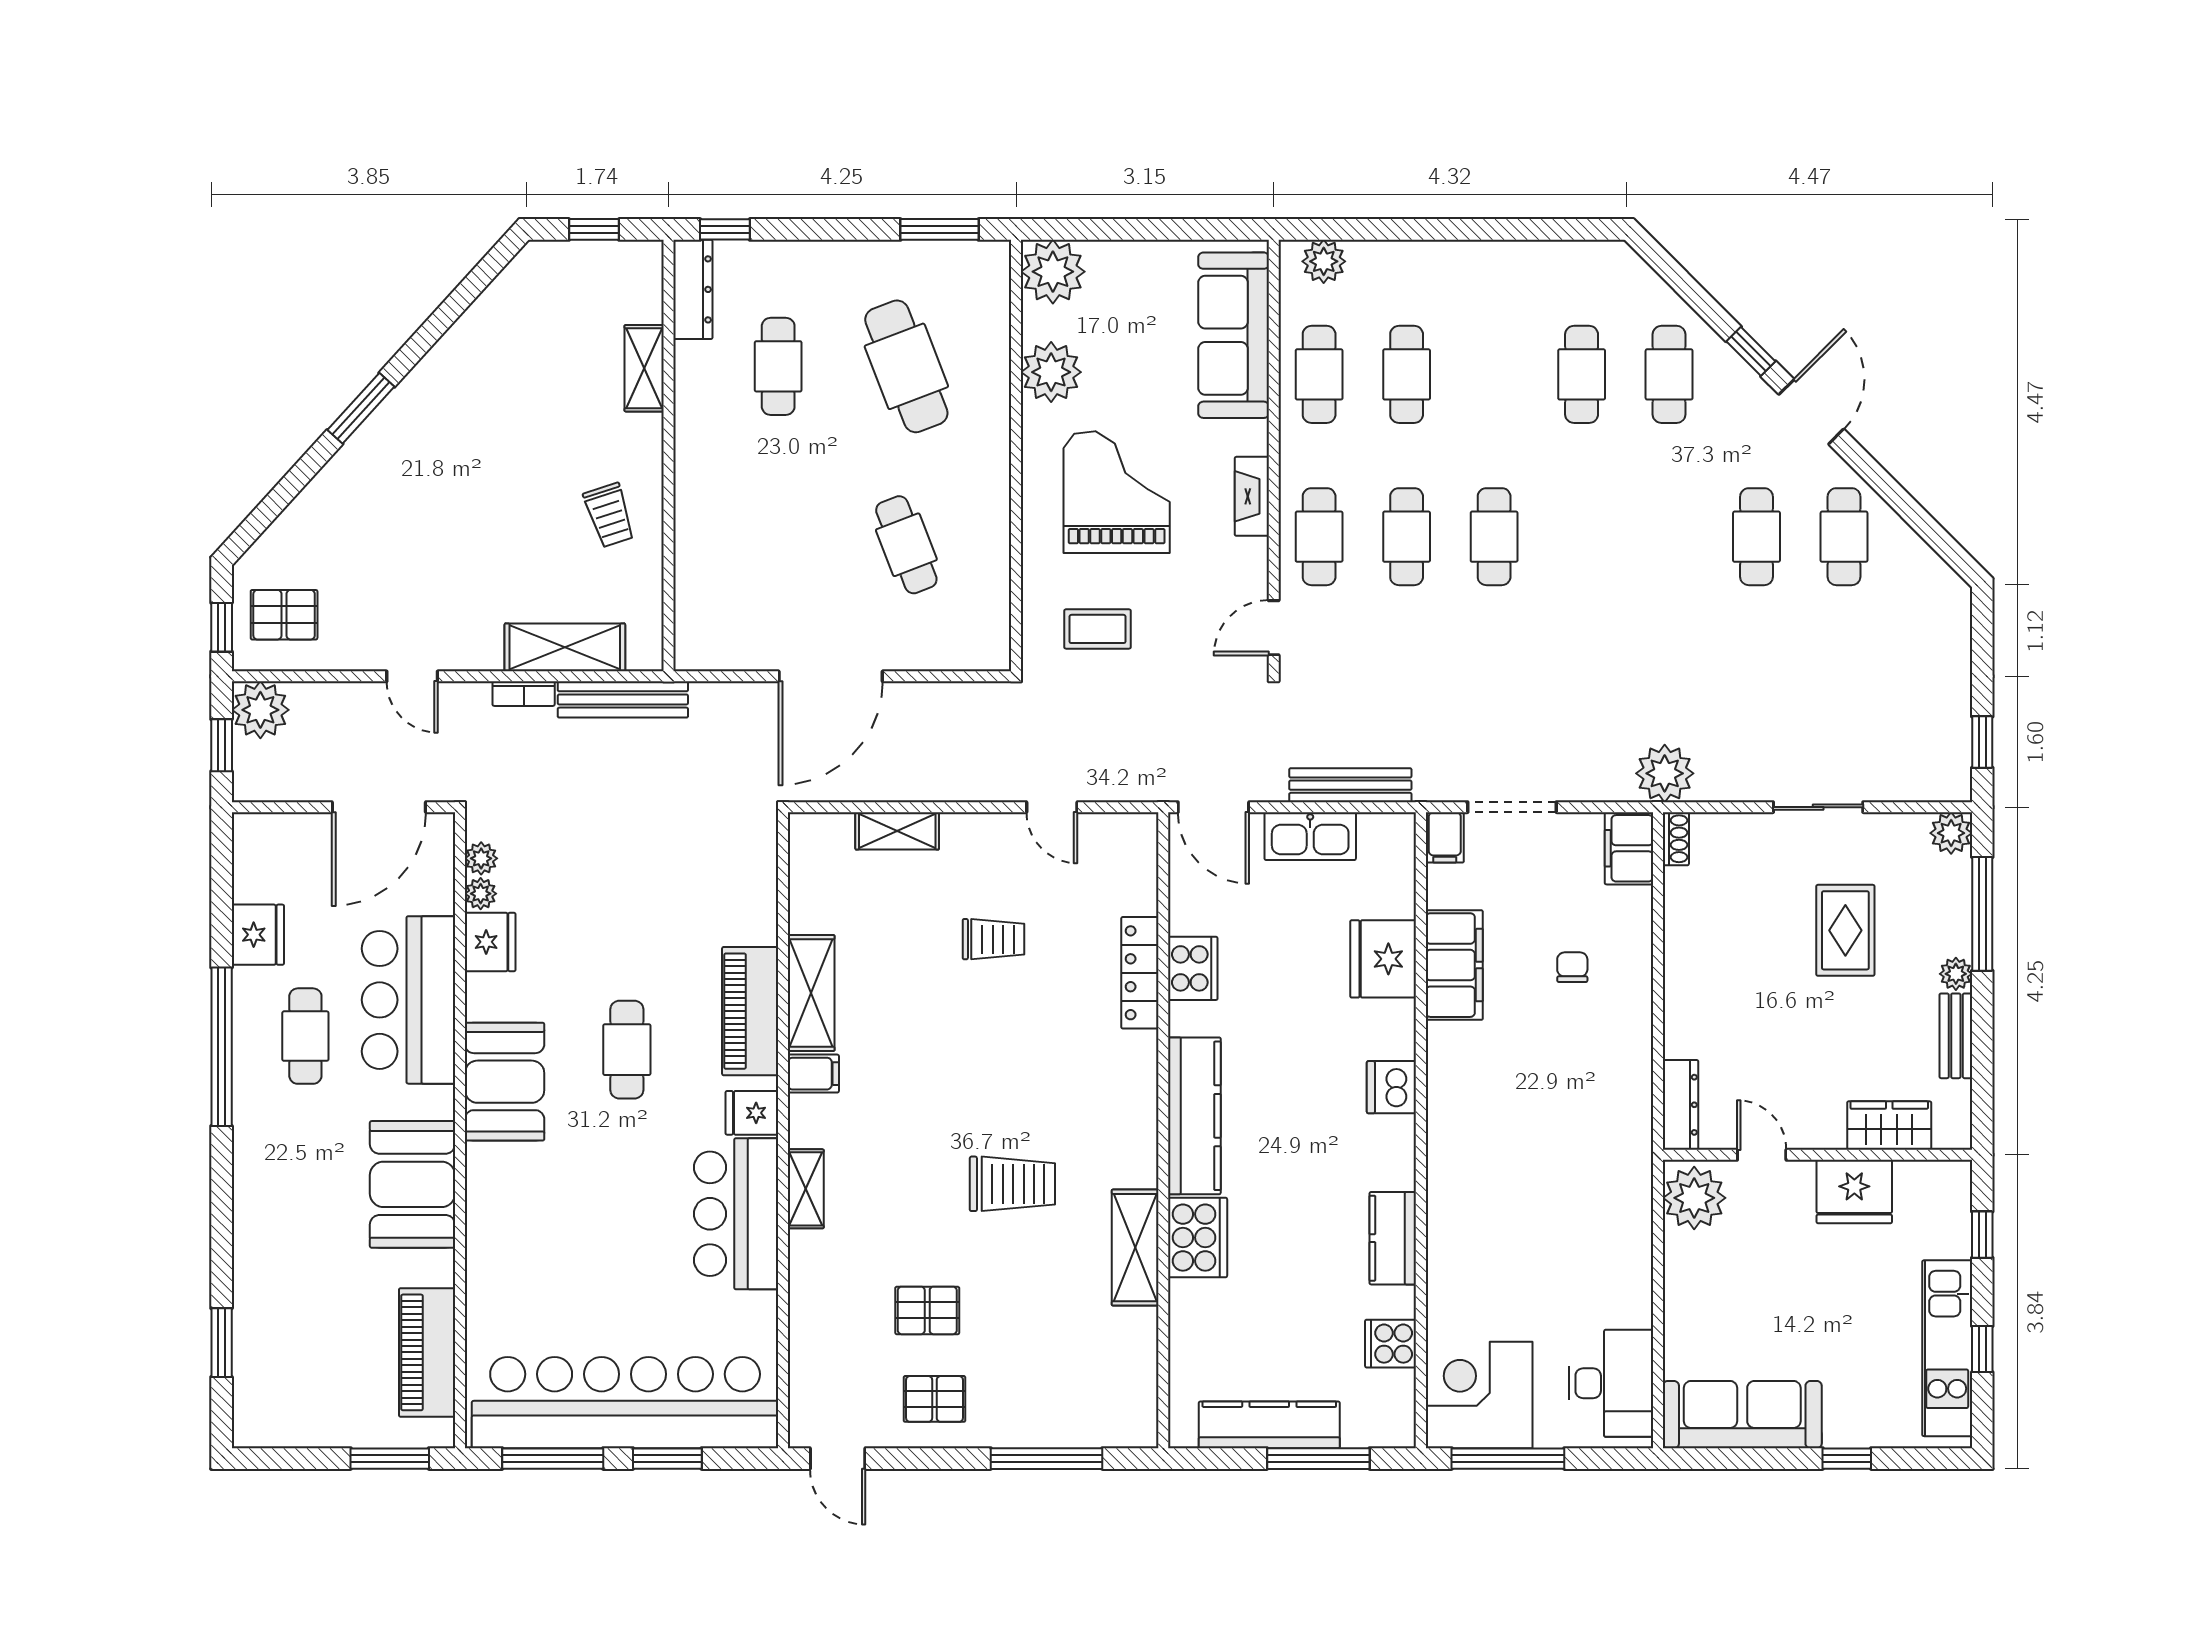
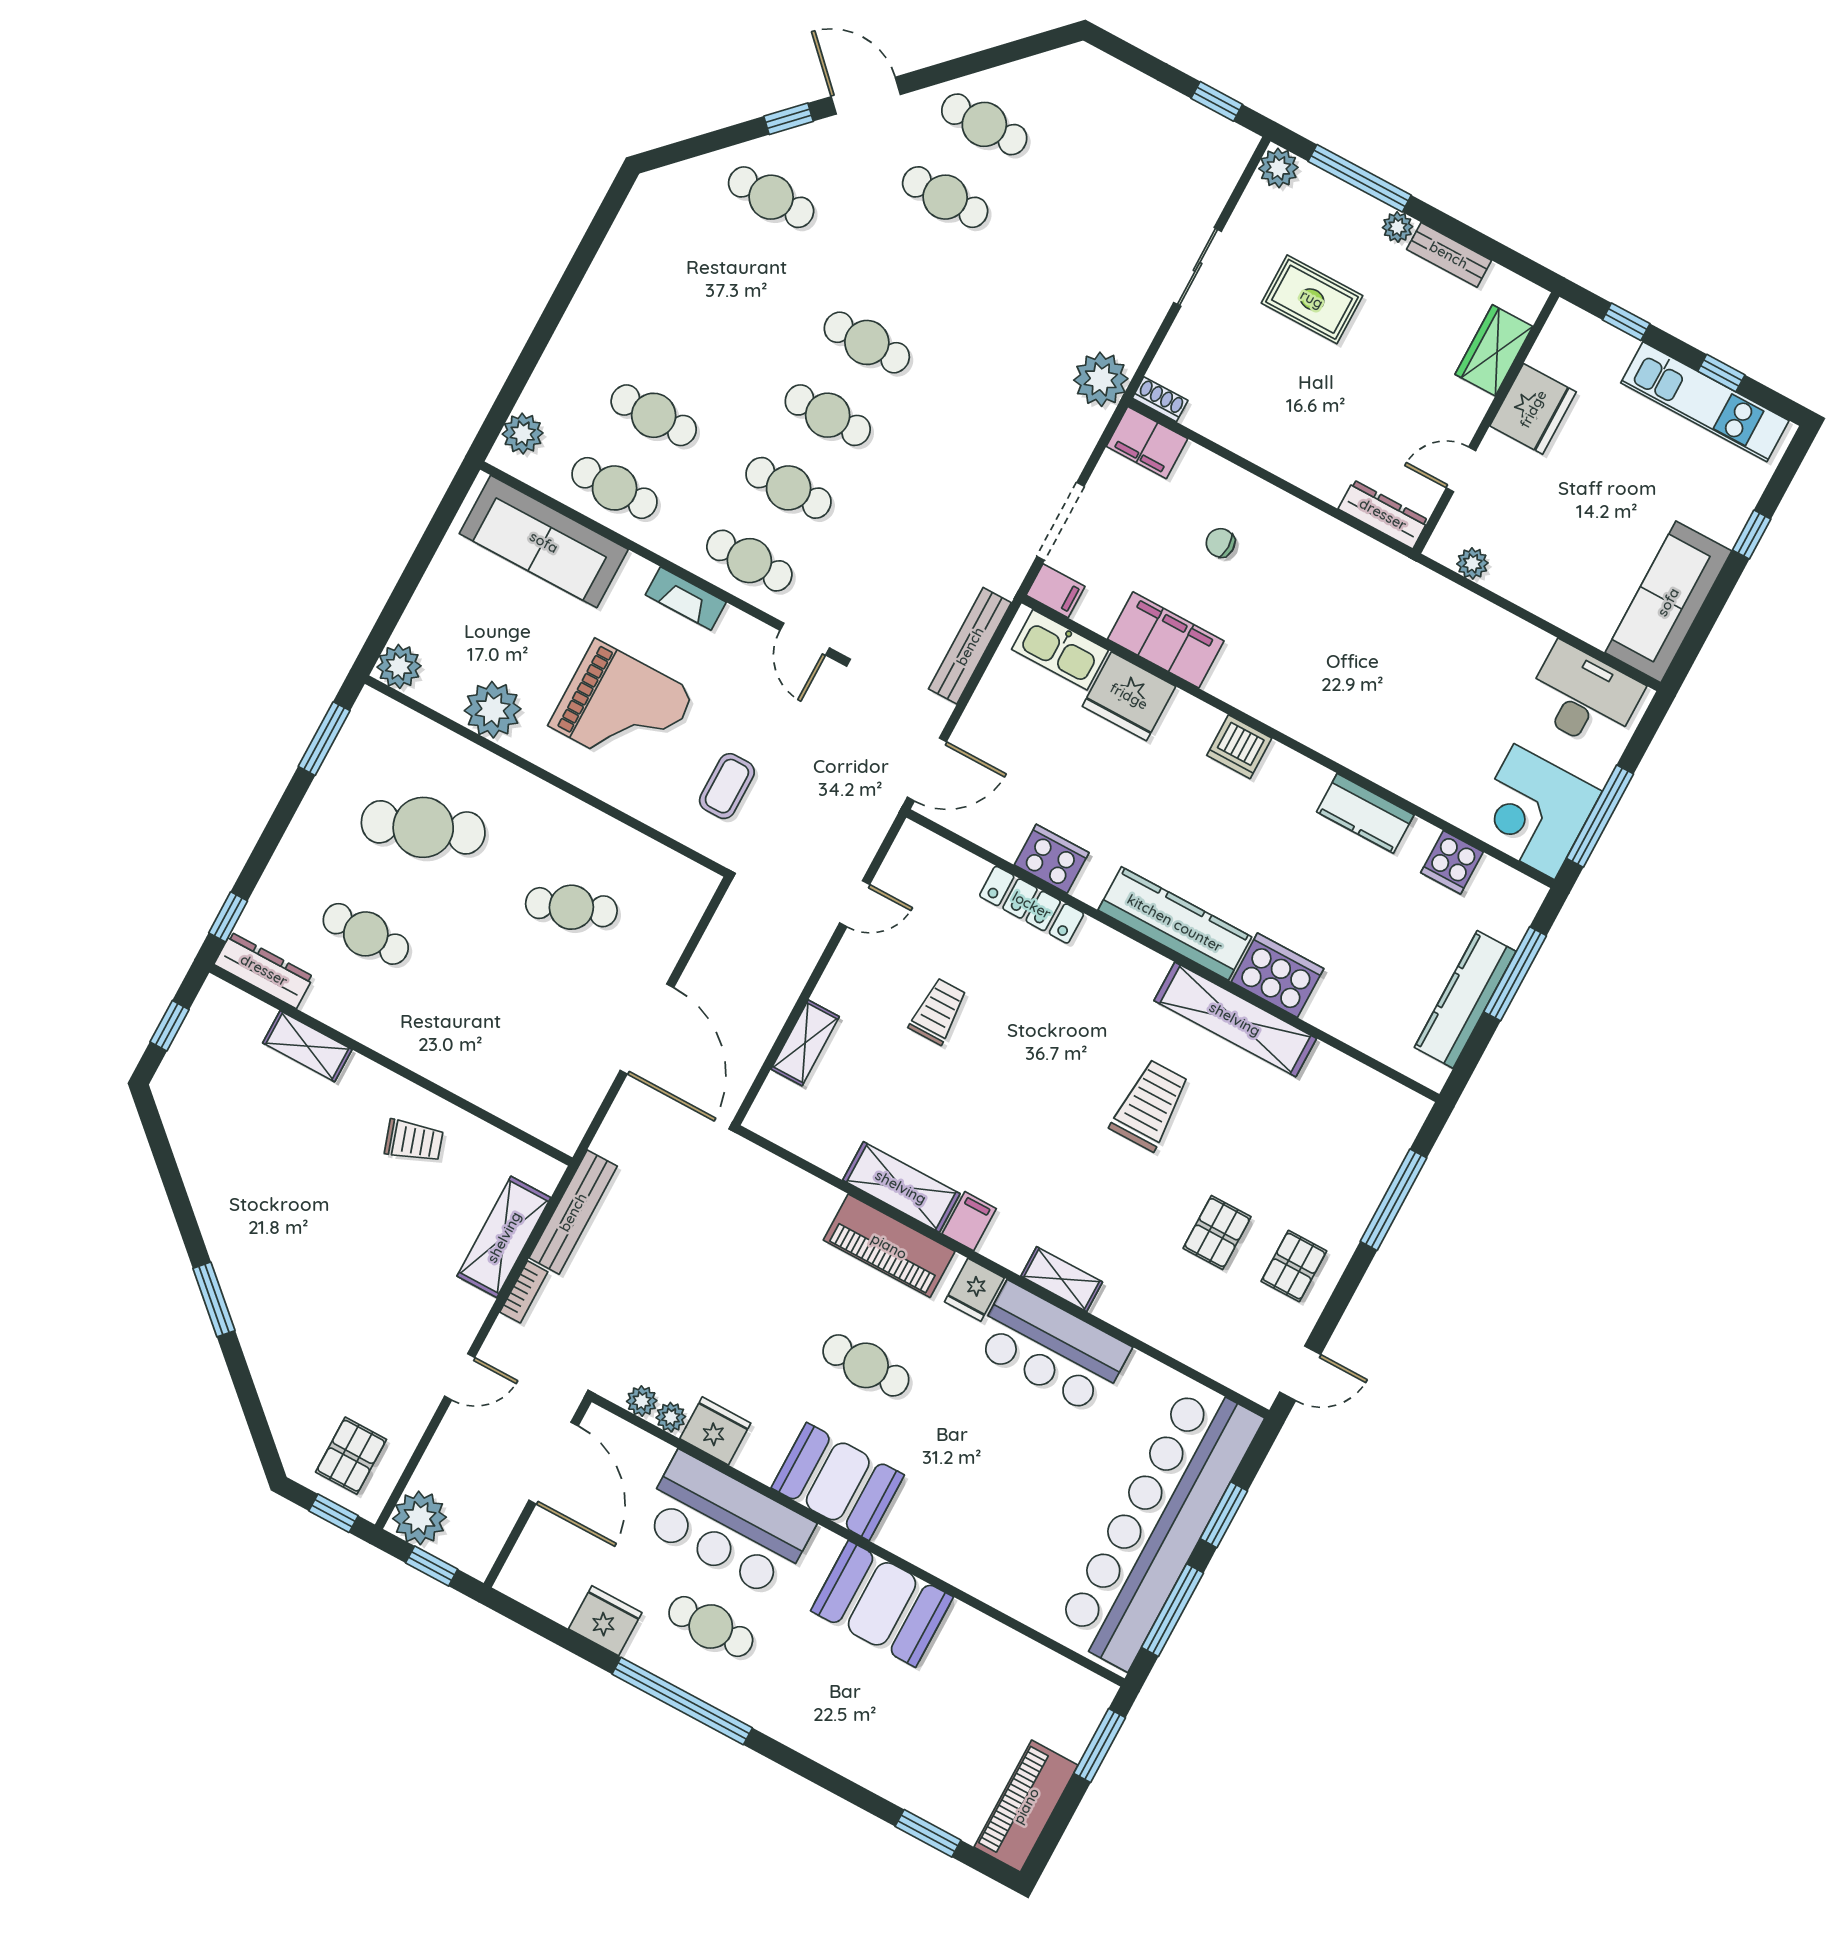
plant: (1053, 272) -> (399, 666), width x0.73, depth x0.73
cafe table: (1582, 374) -> (867, 342), moved
grand piano: (1117, 492) -> (622, 709), turned 180
kitchen sink: (1310, 836) -> (1060, 650), moved, turned 90
plant: (1694, 1198) -> (1472, 563), width x0.53, depth x0.53
shelving: (1135, 1248) -> (1235, 1019), width x1.47
piano: (427, 1352) -> (1026, 1806), moved, turned 90

